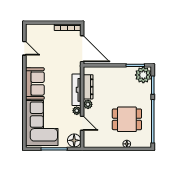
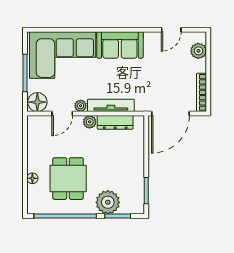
plant: (39, 29) -> (198, 51), added
plant: (143, 75) -> (108, 202), moved

